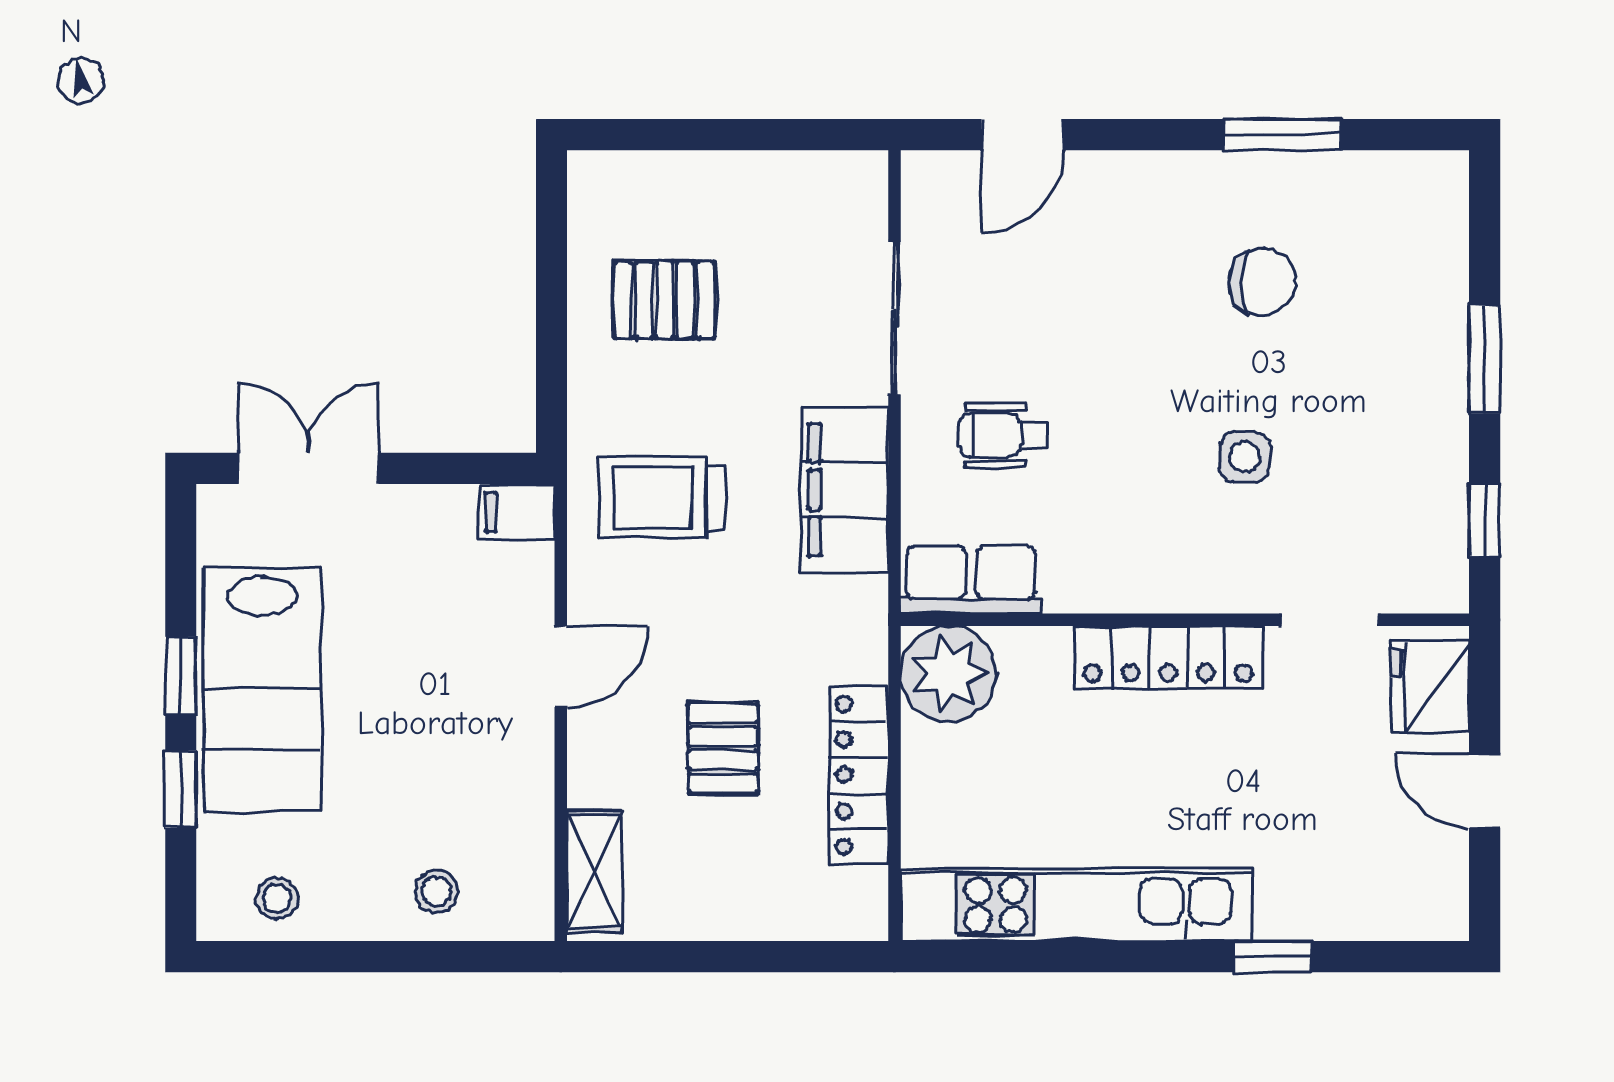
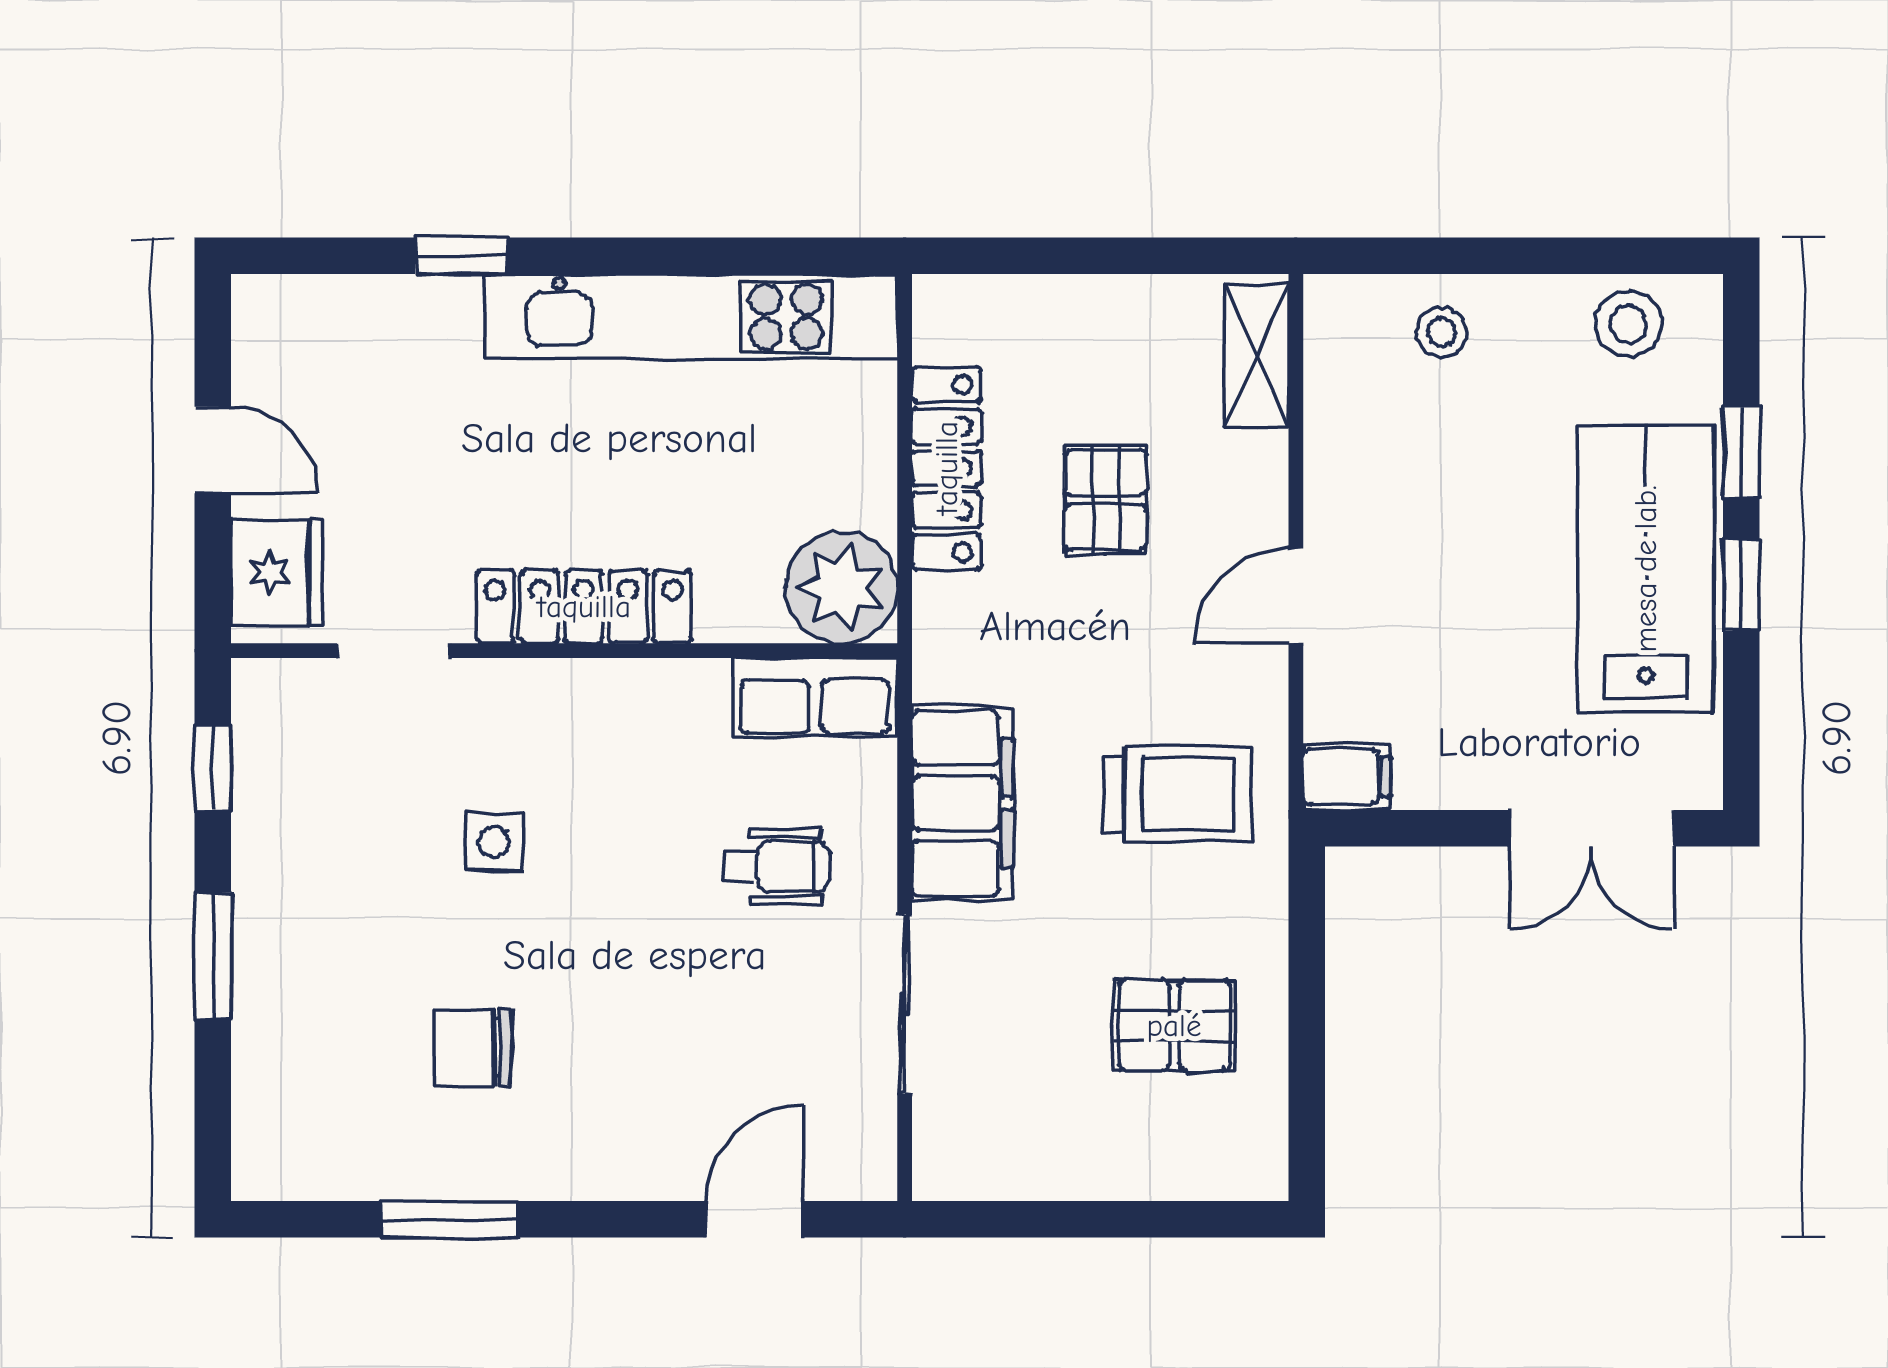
stool: (277, 898) -> (1628, 324), width x1.37, depth x1.37

